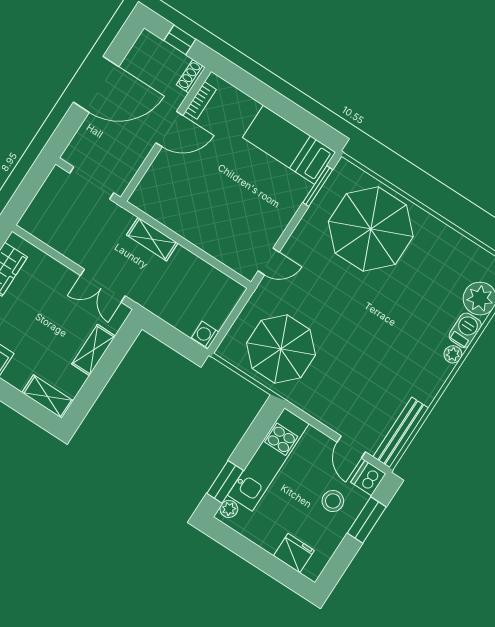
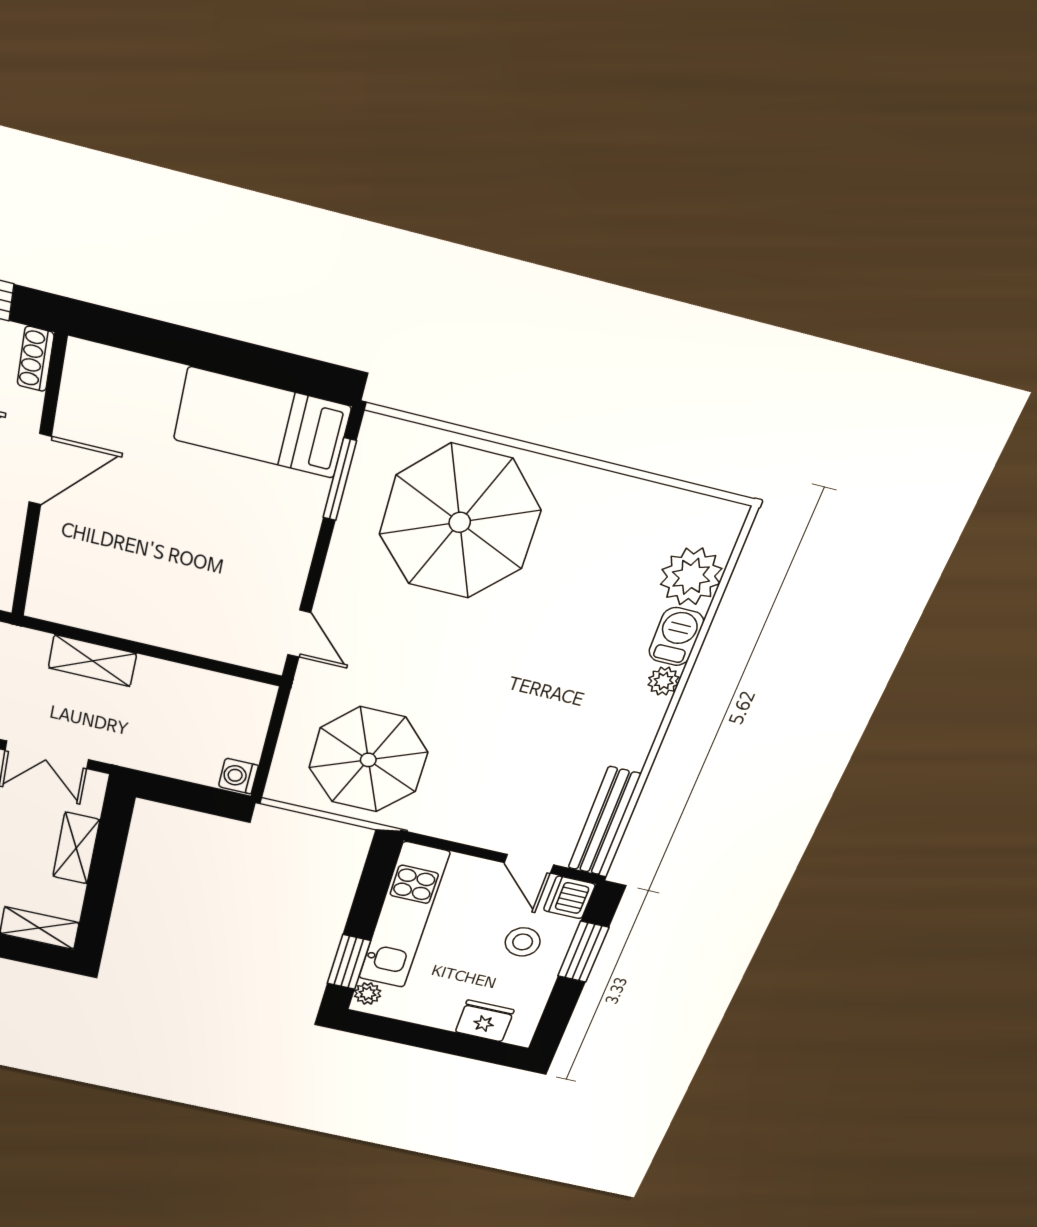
bookcase: (201, 100) -> (72, 398), removed
door: (269, 261) -> (299, 634), hinge flipped

